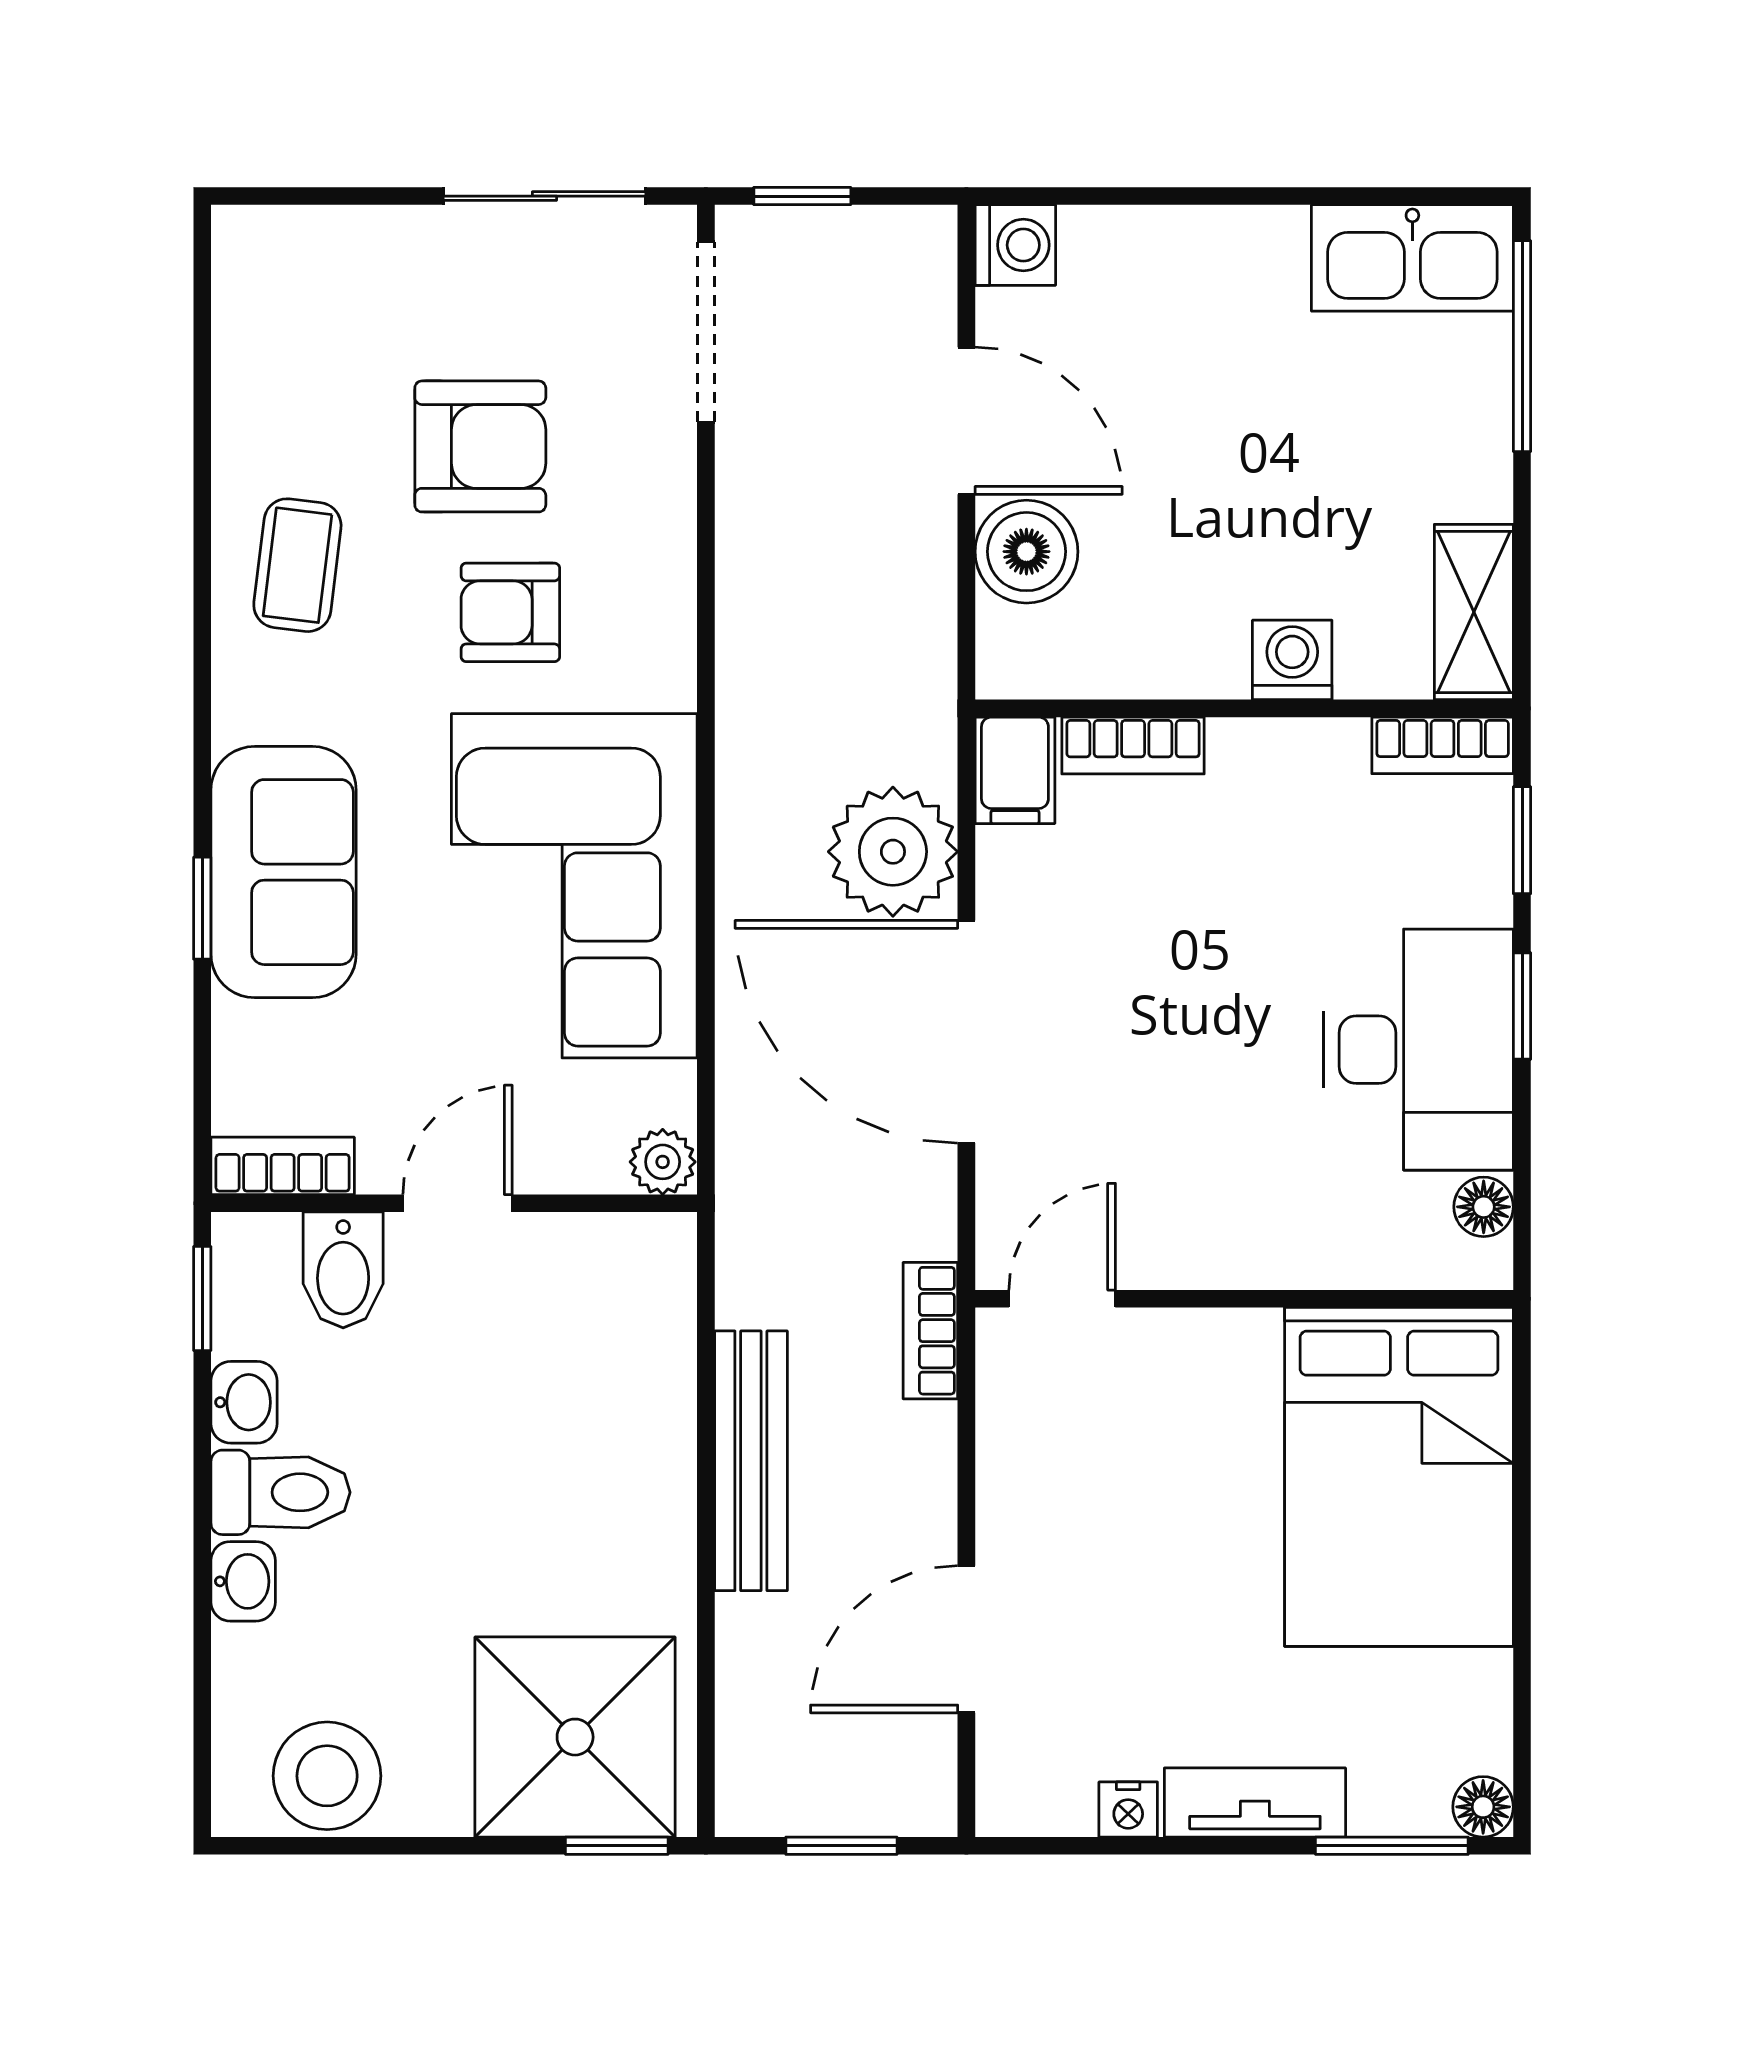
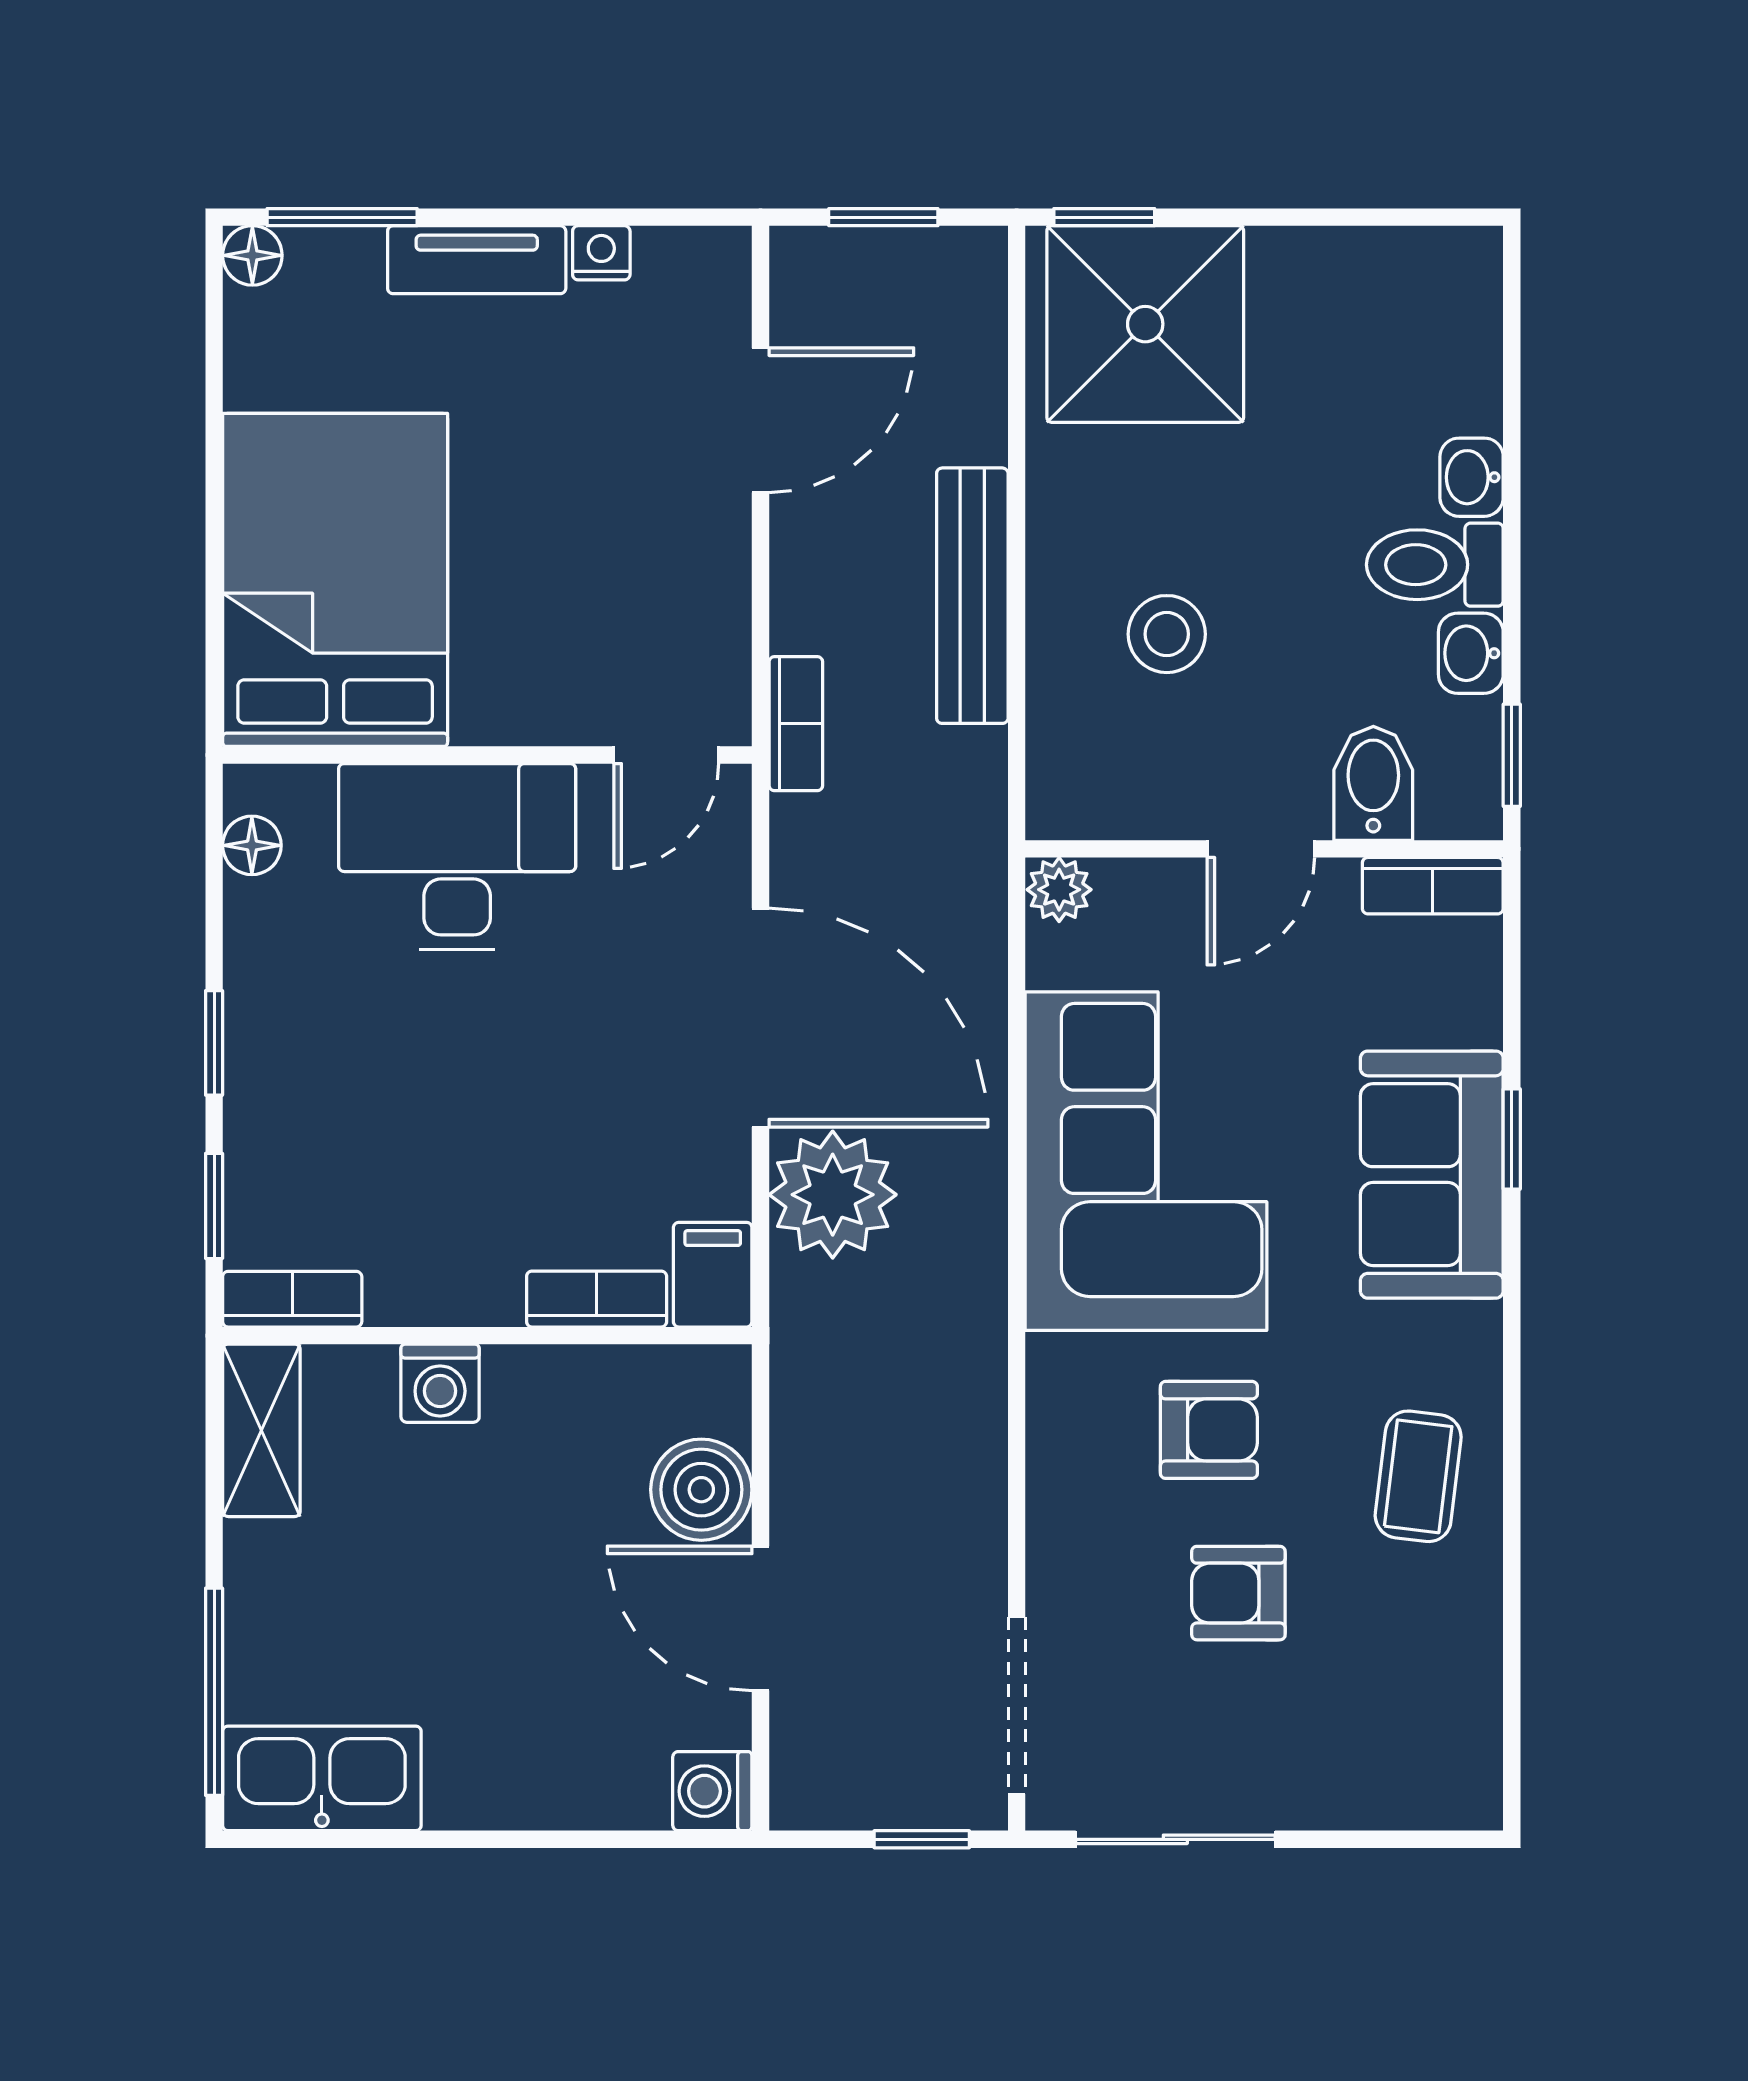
armchair: (480, 446) -> (1238, 1593), width x0.72, depth x0.72
desk: (1419, 1050) -> (457, 857), moved, turned 90
stool: (327, 1776) -> (1167, 634), moved, width x0.73, depth x0.73

